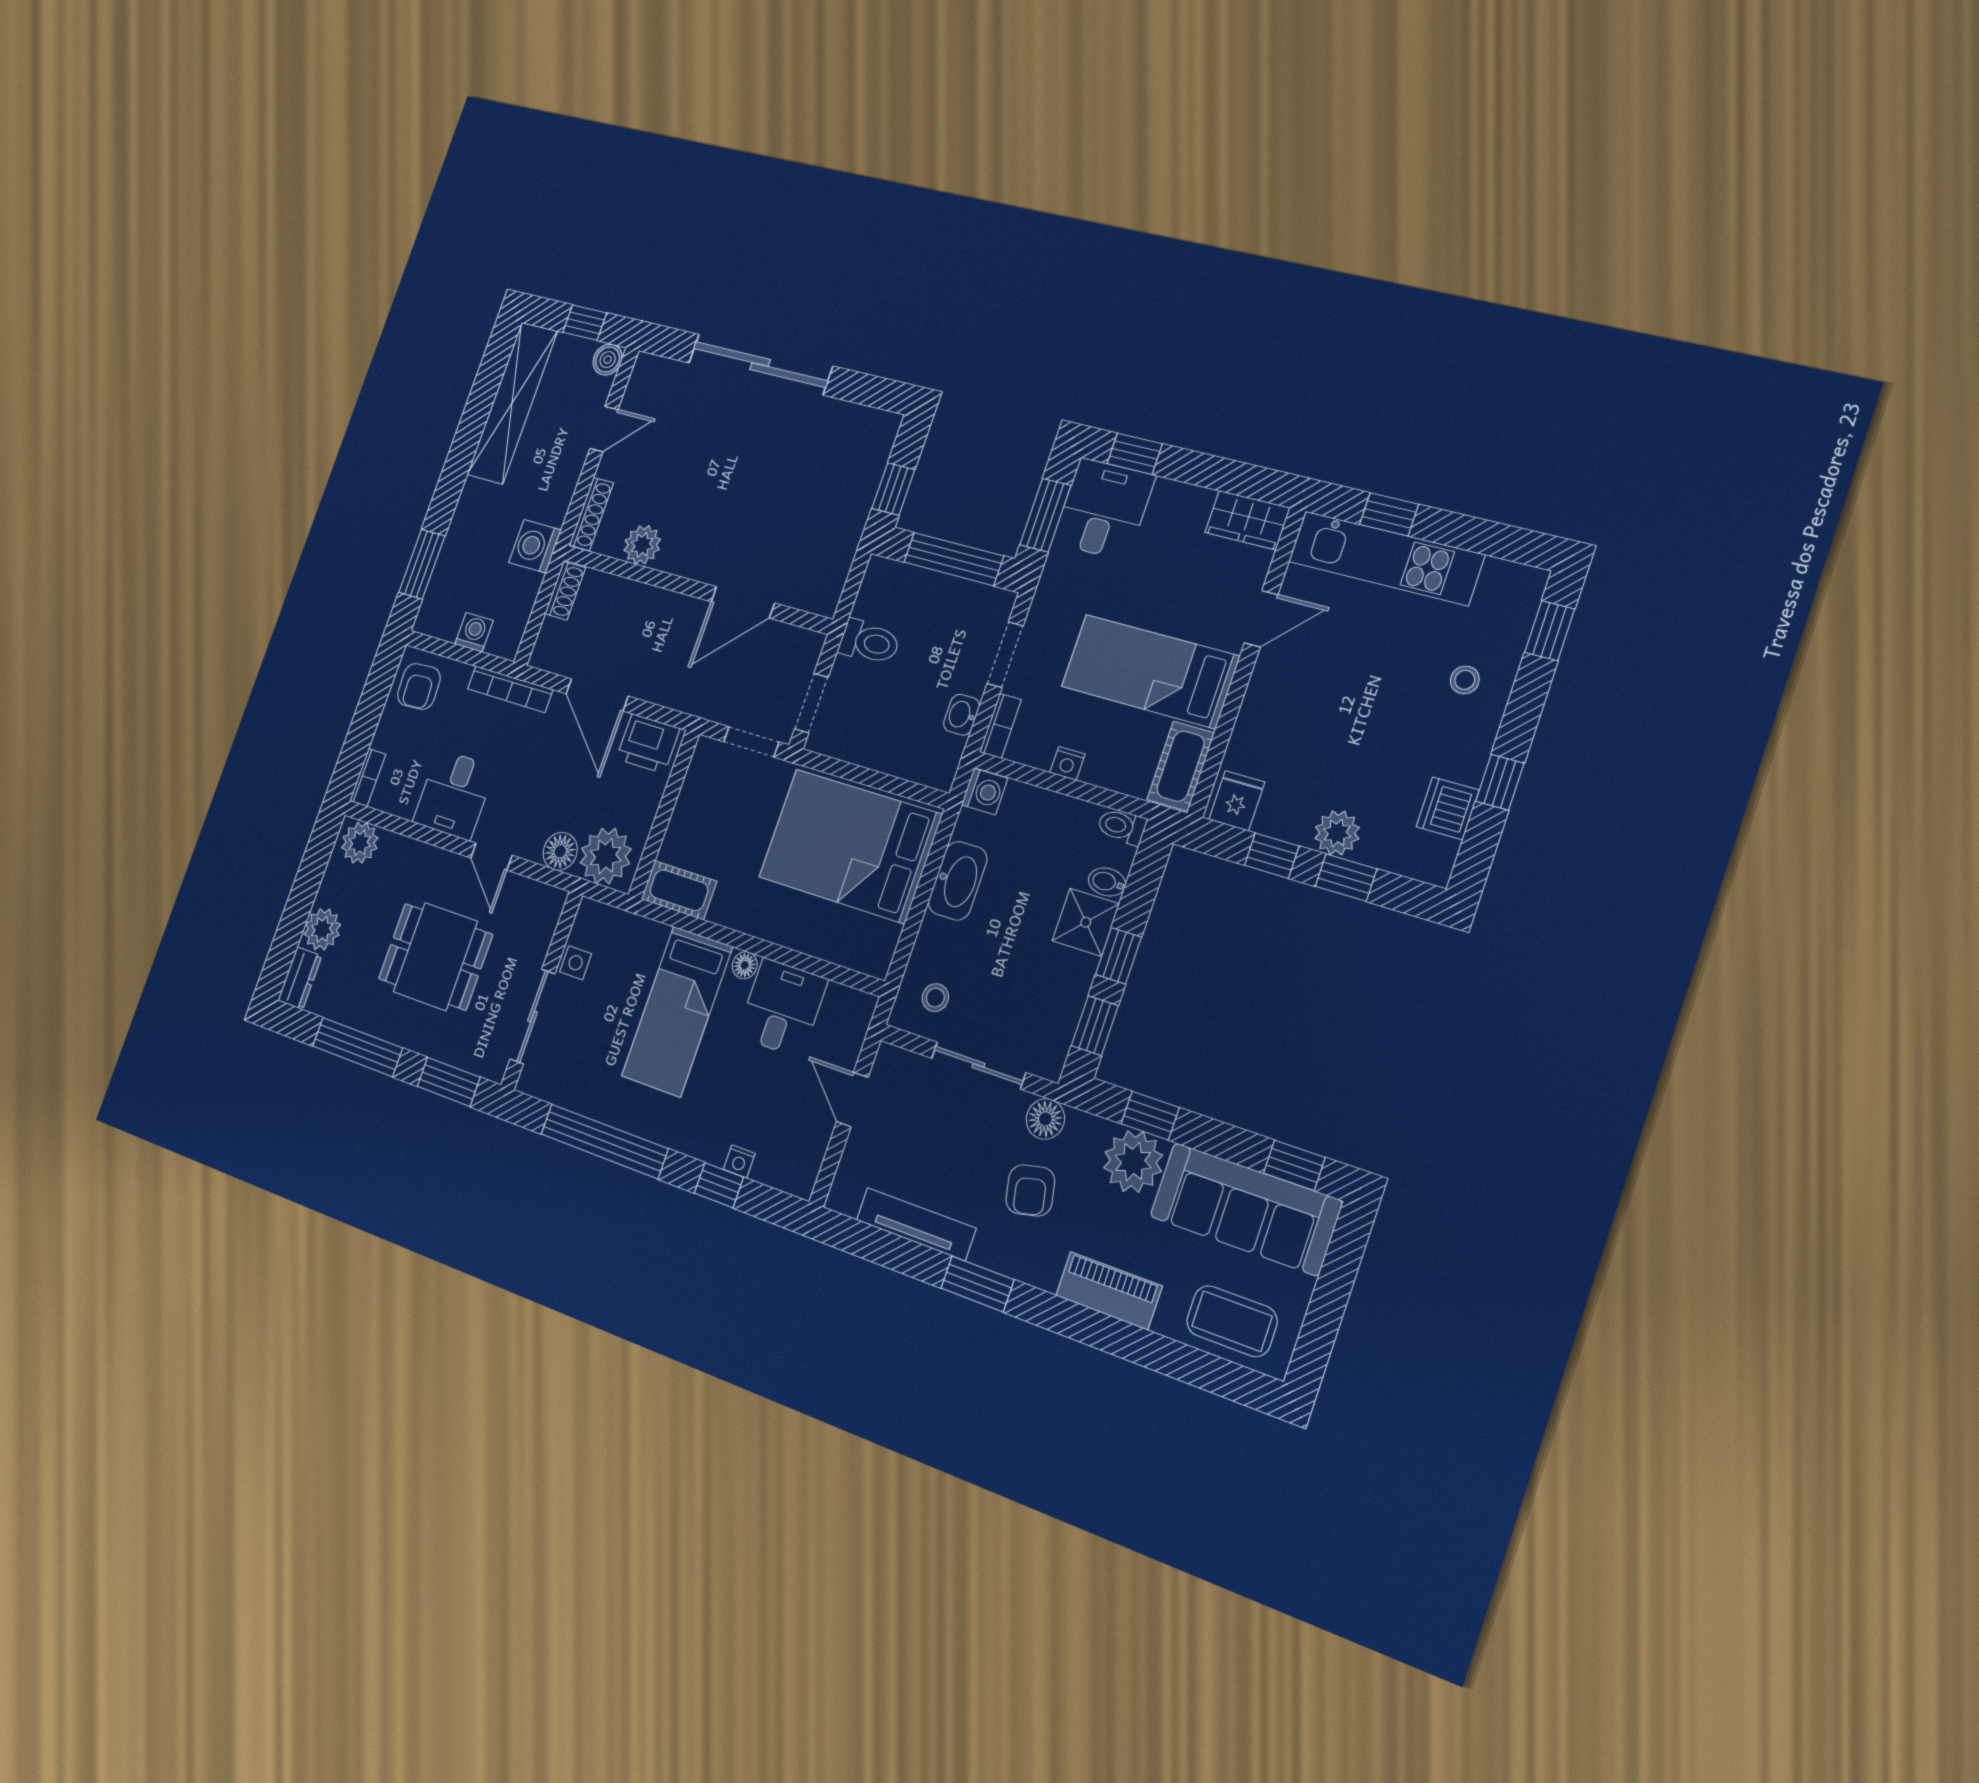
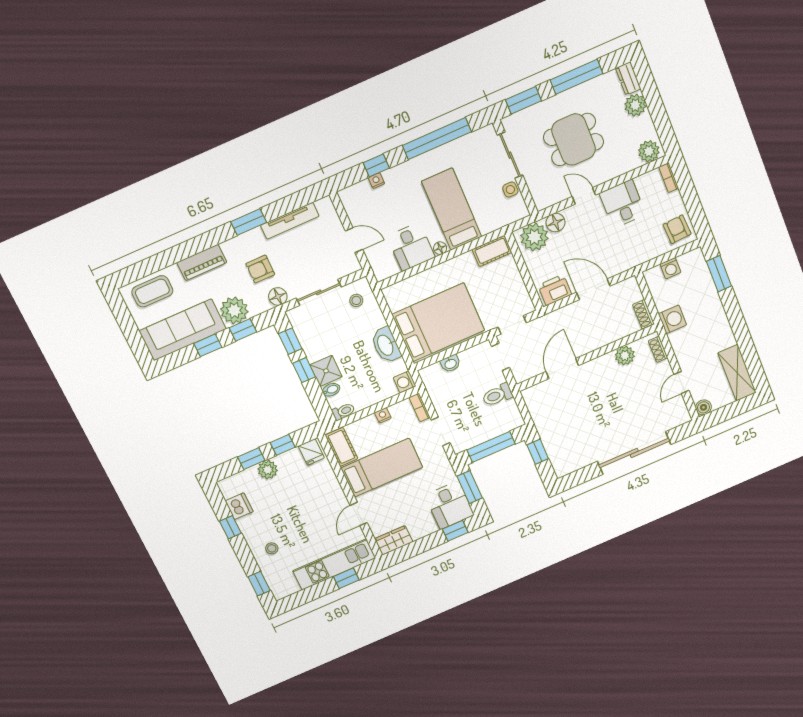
window: (585, 323) -> (727, 413), removed
shelving: (512, 403) -> (737, 373), width x0.68
shoe rack: (591, 514) -> (658, 349), width x0.70
bookcase: (510, 689) -> (634, 261), removed
washbasin: (961, 715) -> (450, 364), moved, turned 90
window: (1294, 1165) -> (208, 345), moved
armchair: (1030, 1190) -> (260, 269), turned -78

